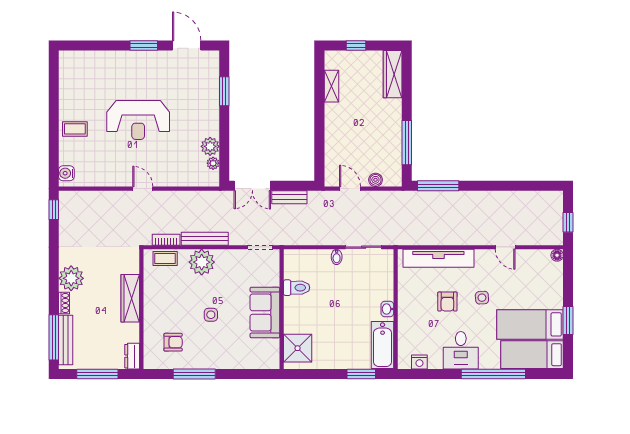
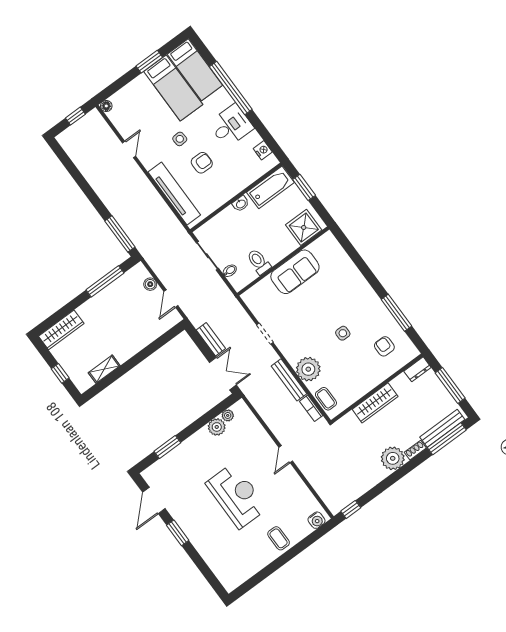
toilet: (297, 288) -> (259, 262), moved
wall: (282, 309) -> (283, 261), moved
sofa: (265, 313) -> (295, 272), moved
shower: (298, 348) -> (304, 227), moved

